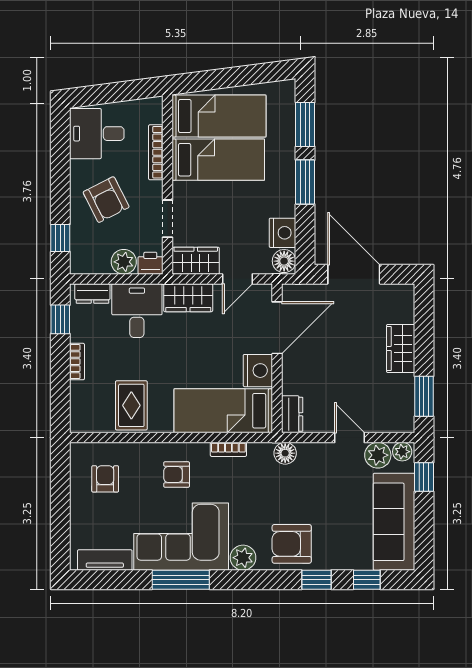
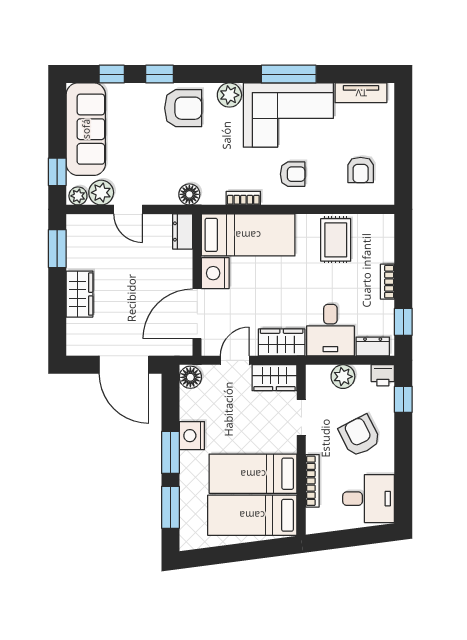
nightstand: (282, 233) -> (192, 436), moved
printer: (150, 263) -> (383, 375), moved

